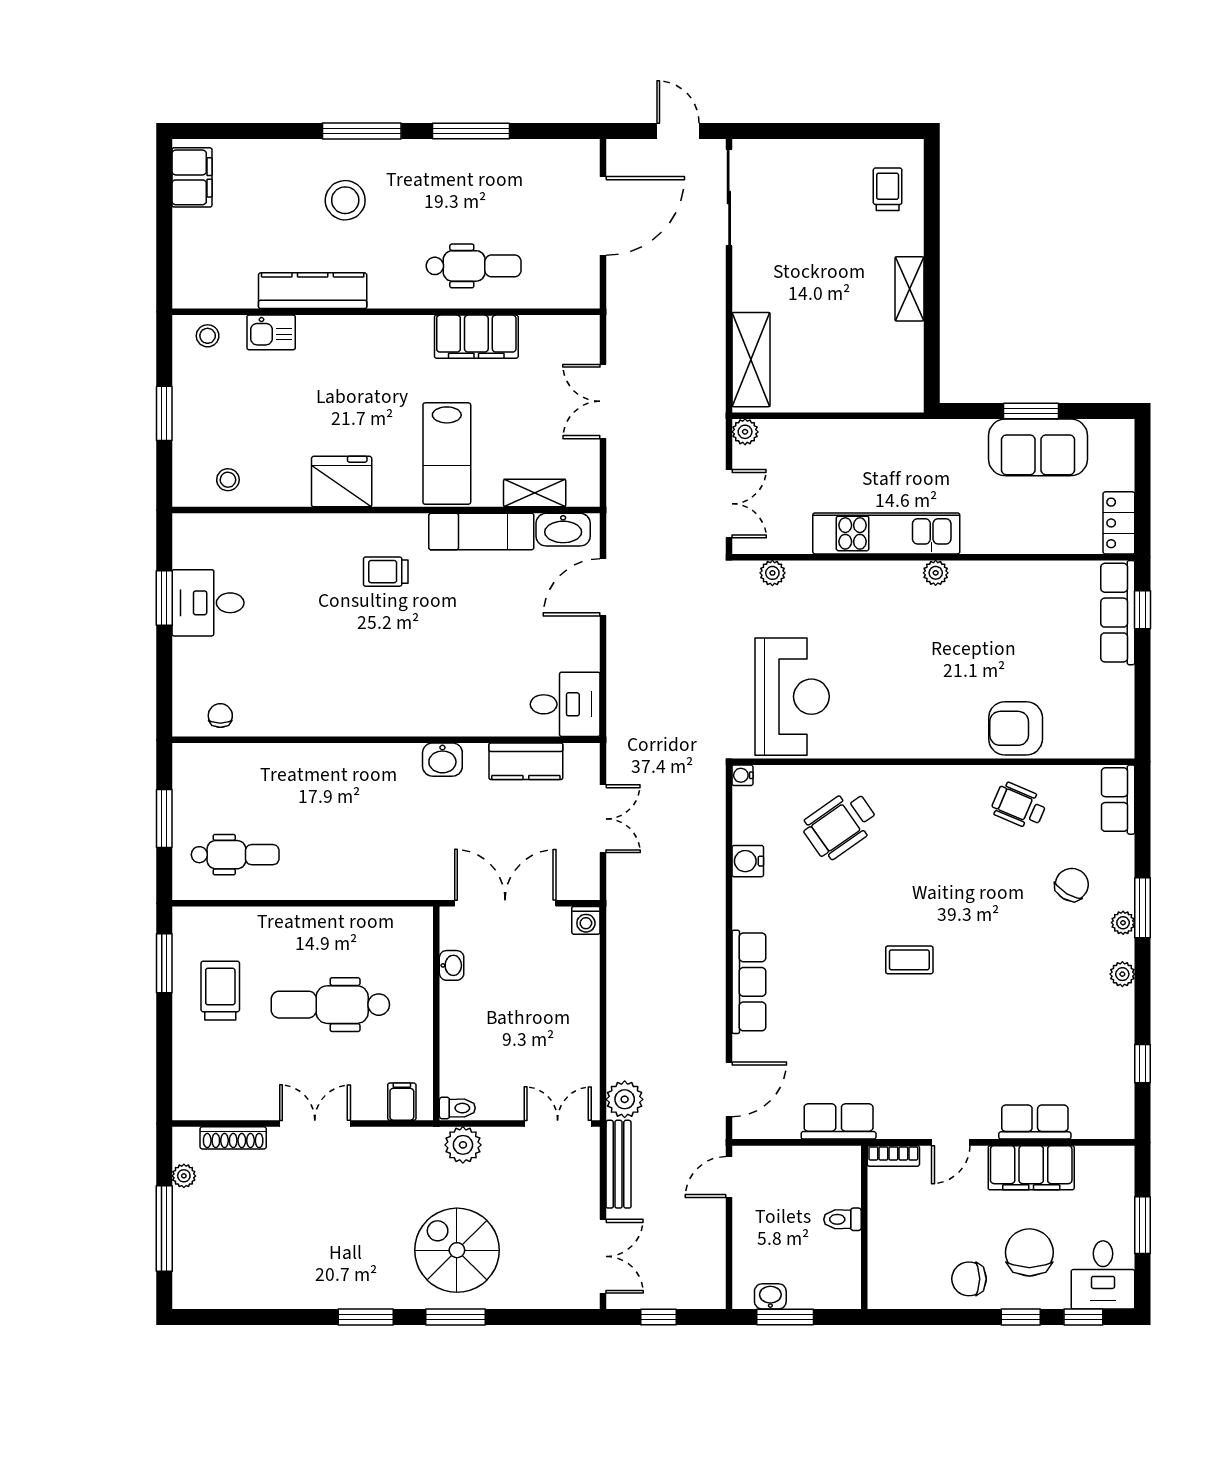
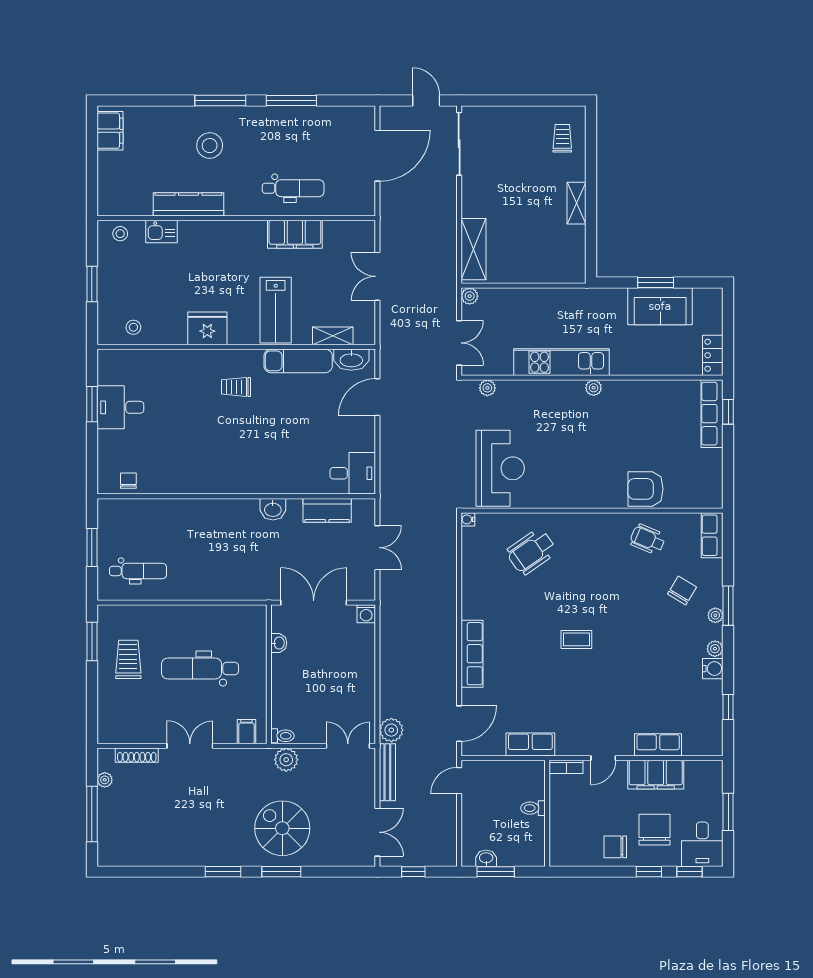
water cooler: (748, 861) -> (713, 669), moved, turned 180

